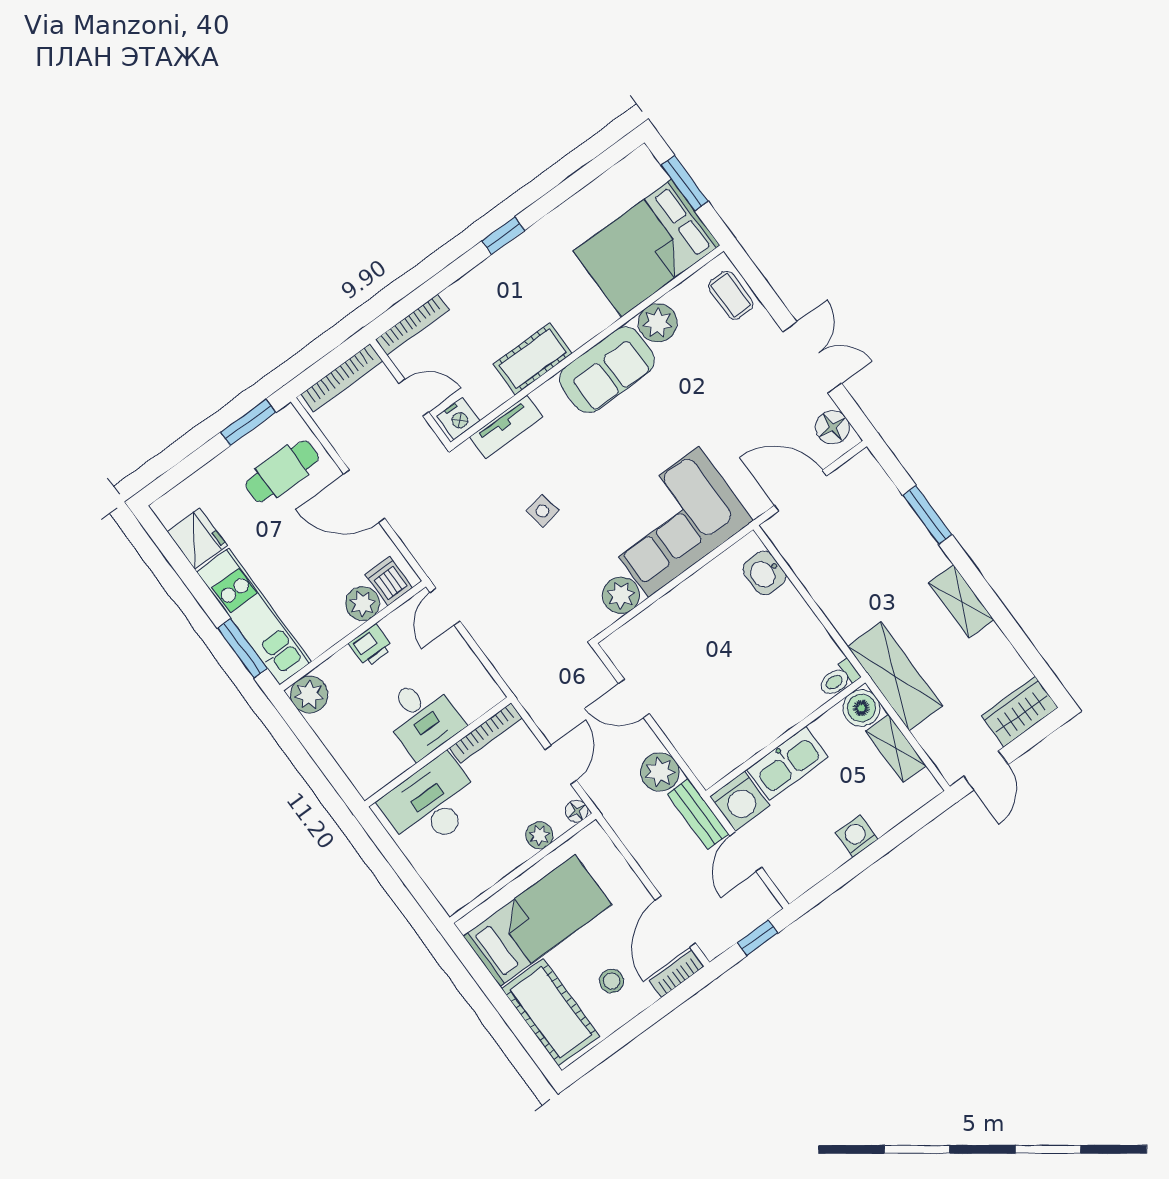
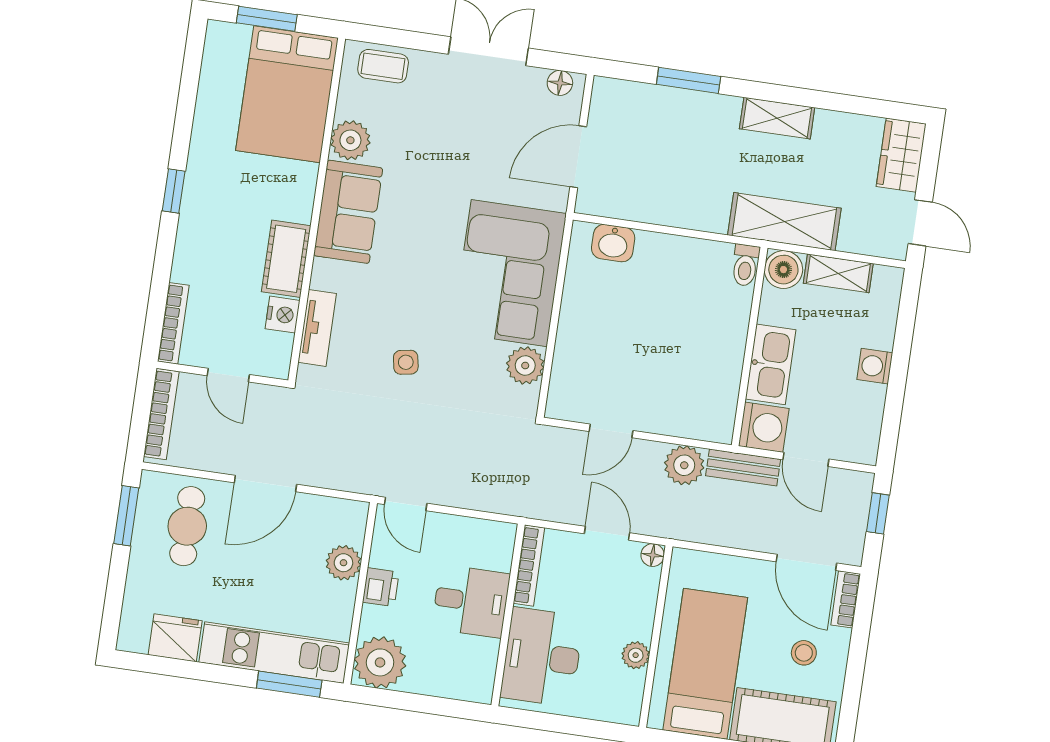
door: (414, 398) -> (228, 375), swing flipped
nightstand: (458, 419) -> (283, 315), moved
floor lamp: (832, 427) -> (560, 83), width x0.73, depth x0.73
dishwasher: (389, 581) -> (346, 527), removed
plant: (309, 695) -> (380, 662), width x1.36, depth x1.36
plant: (539, 835) -> (636, 655), moved

